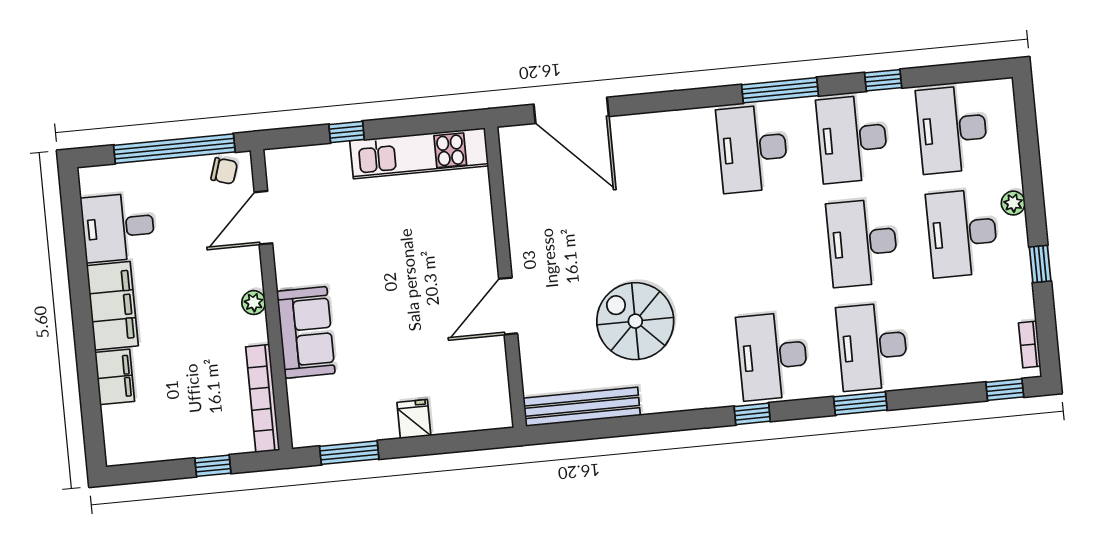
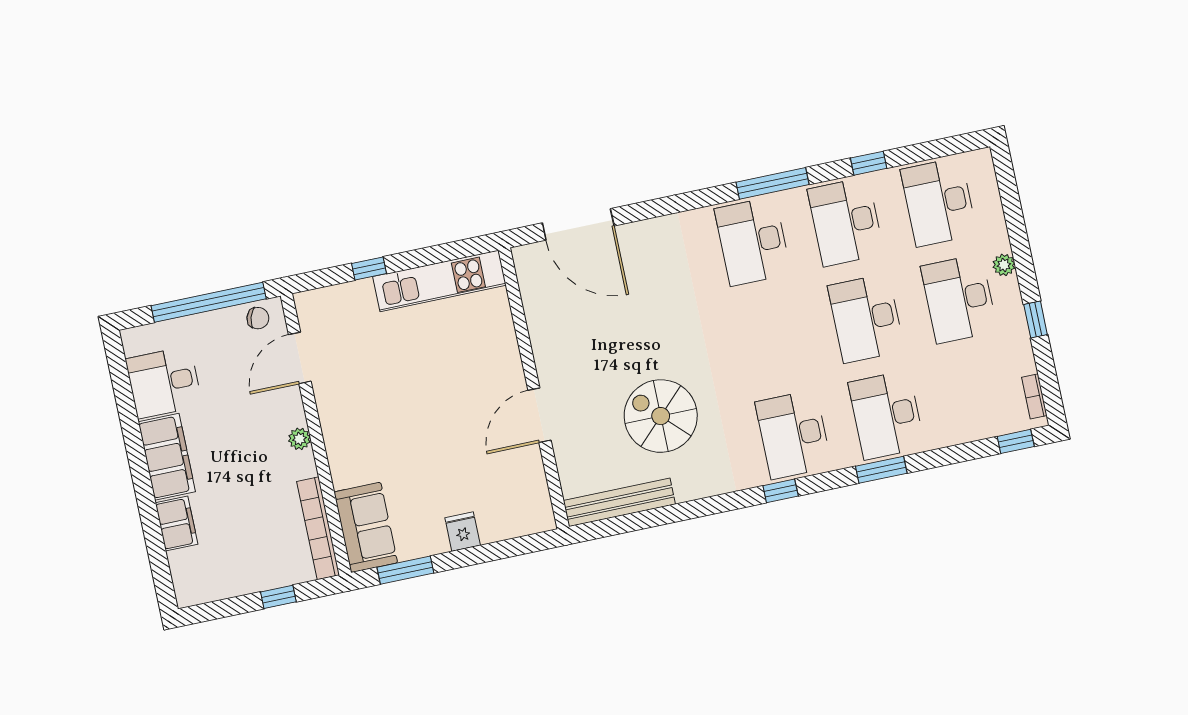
sofa: (306, 332) -> (366, 527), moved

